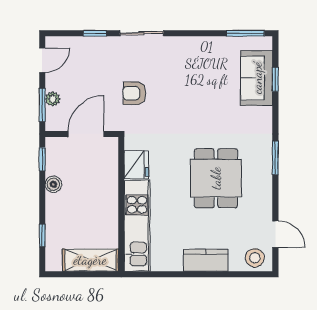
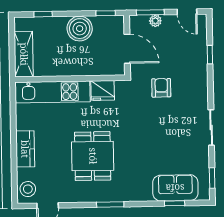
sliding door: (142, 33) -> (211, 128), moved
window: (245, 33) -> (212, 178), width x0.67
dining table: (216, 178) -> (93, 156), turned 90
boiler: (53, 184) -> (80, 29), width x1.86, depth x1.86

